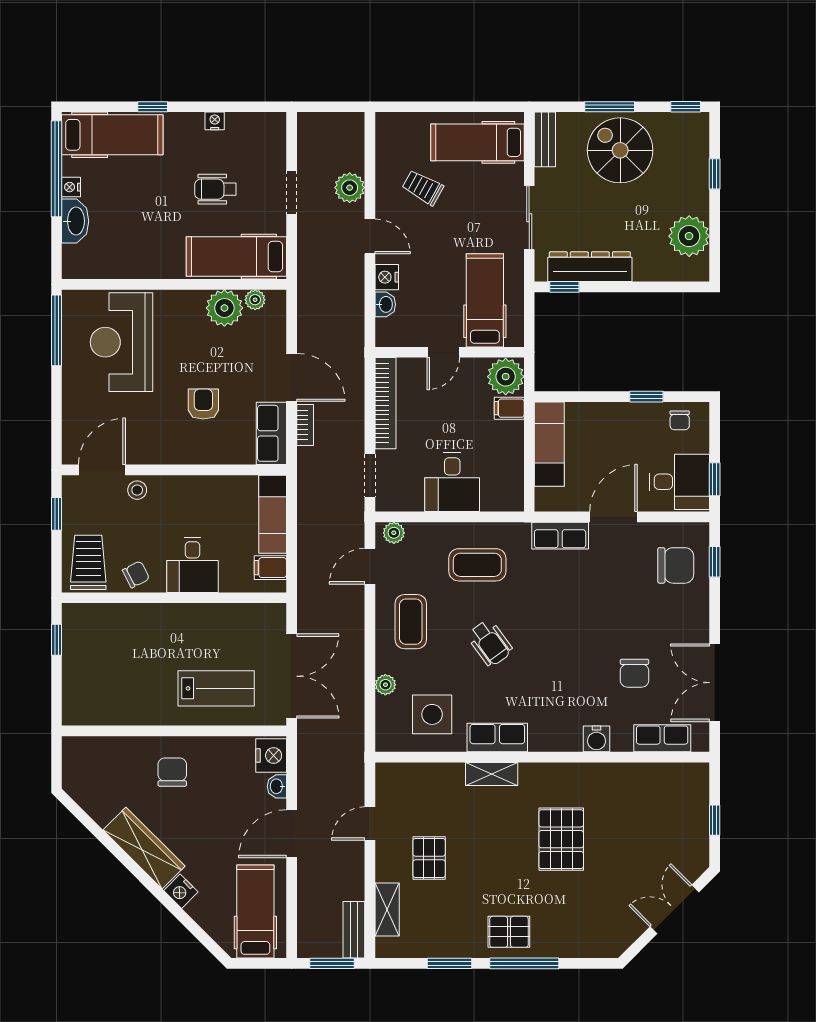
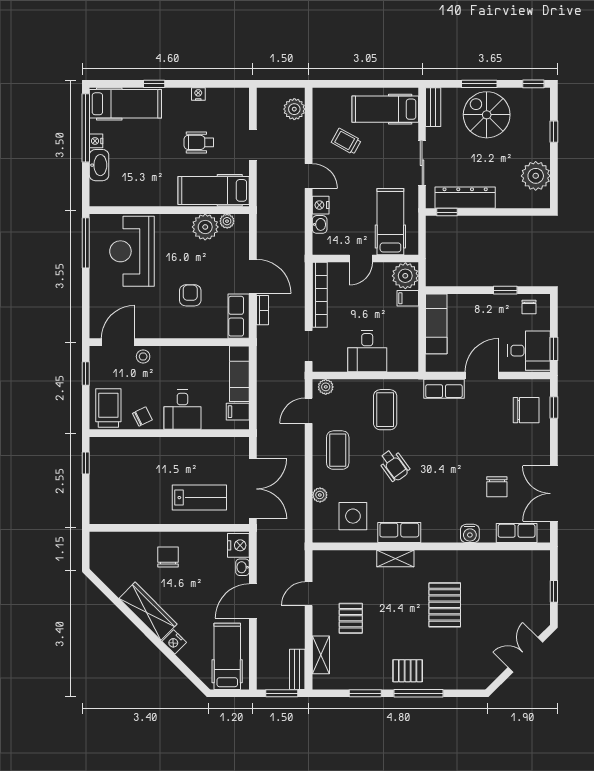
plant: (350, 188) -> (294, 109), moved
coffee table: (477, 565) -> (385, 410), turned 90

